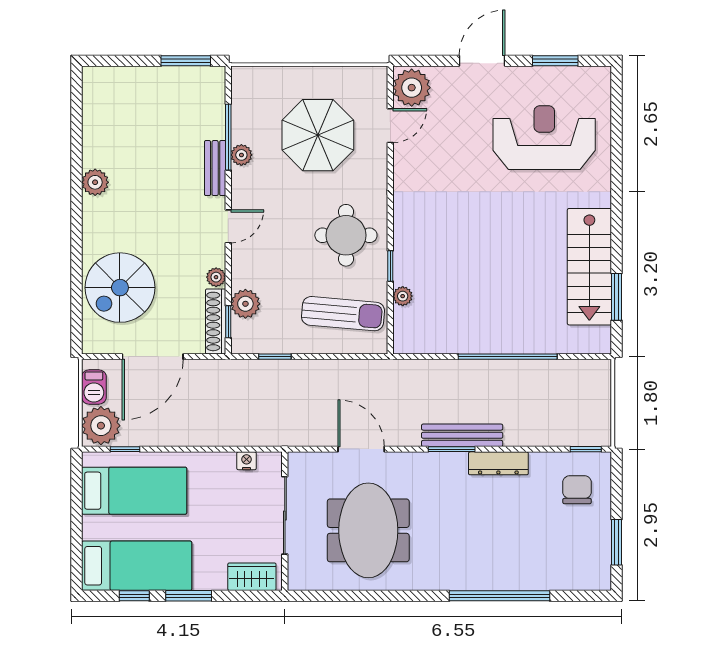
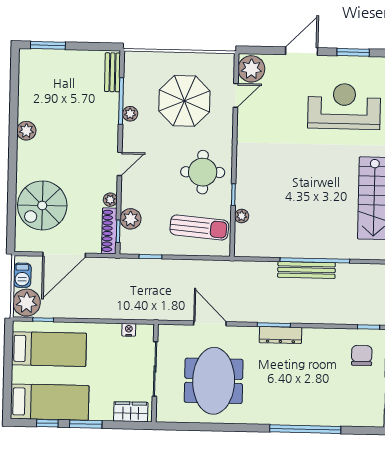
window: (186, 61) -> (48, 45), moved
bench: (215, 168) -> (112, 72), moved
bench: (462, 435) -> (306, 270), moved
dresser: (498, 463) -> (281, 335), moved

